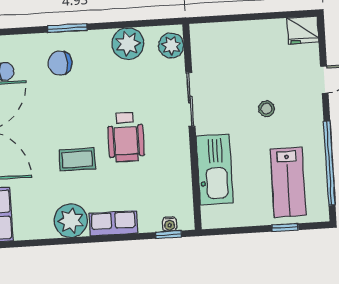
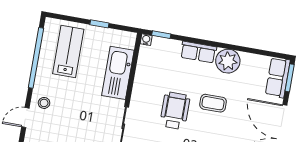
stool: (266, 109) -> (44, 103), moved
water cooler: (170, 224) -> (146, 40), moved
window: (285, 227) -> (99, 24), moved

